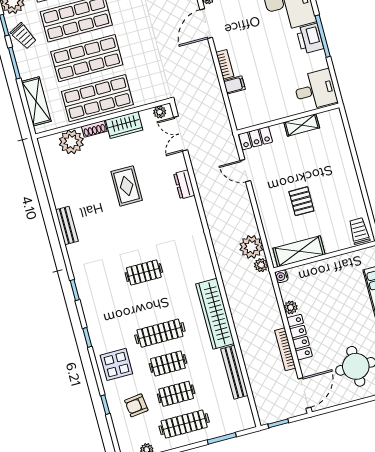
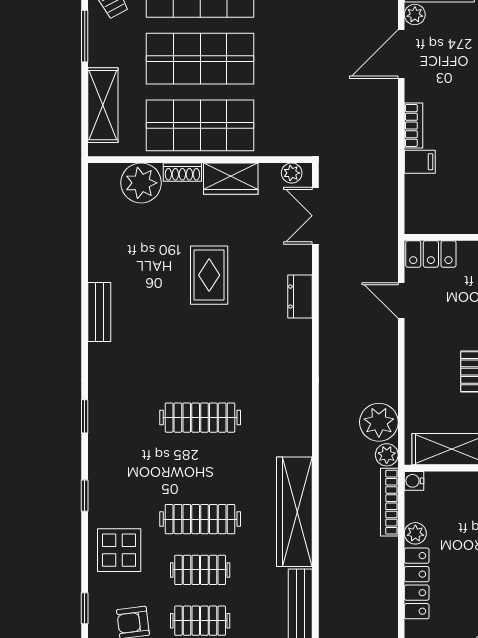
clothes rail: (144, 272) -> (200, 418), width x1.36
bookcase: (285, 349) -> (389, 502), moved

